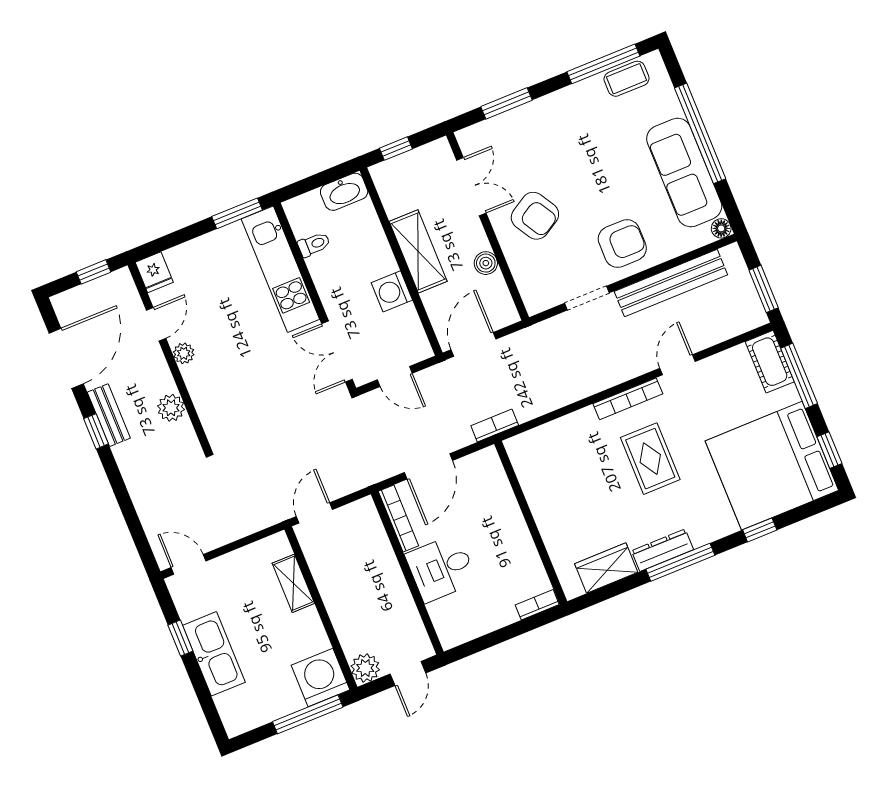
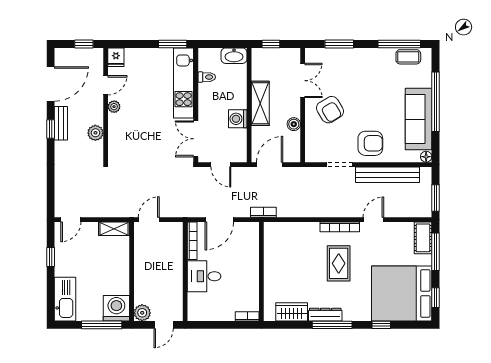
door: (189, 564) -> (71, 220), swing flipped
shelving: (293, 583) -> (114, 229), moved, turned 90
kitchen sink: (214, 654) -> (65, 299), moved

